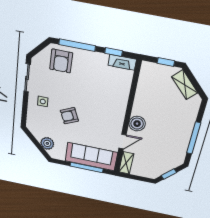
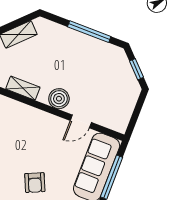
door: (123, 142) -> (81, 121), swing flipped
shelving: (126, 163) -> (23, 88), moved

